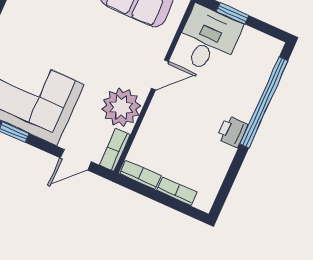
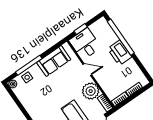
door: (160, 75) -> (87, 70), hinge flipped
printer: (232, 132) -> (120, 53), width x1.87, depth x1.48

